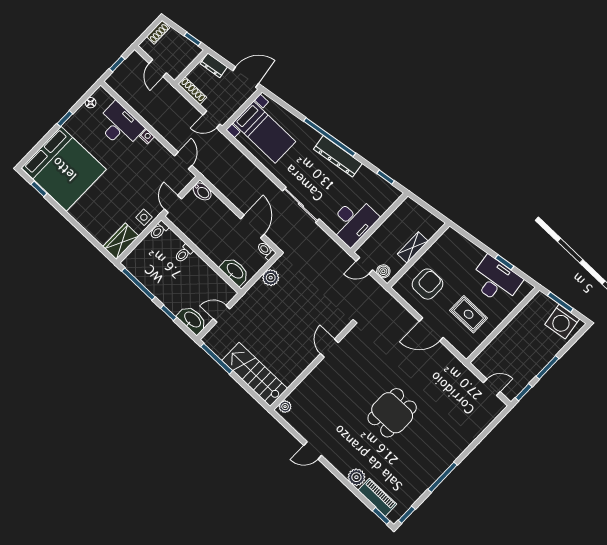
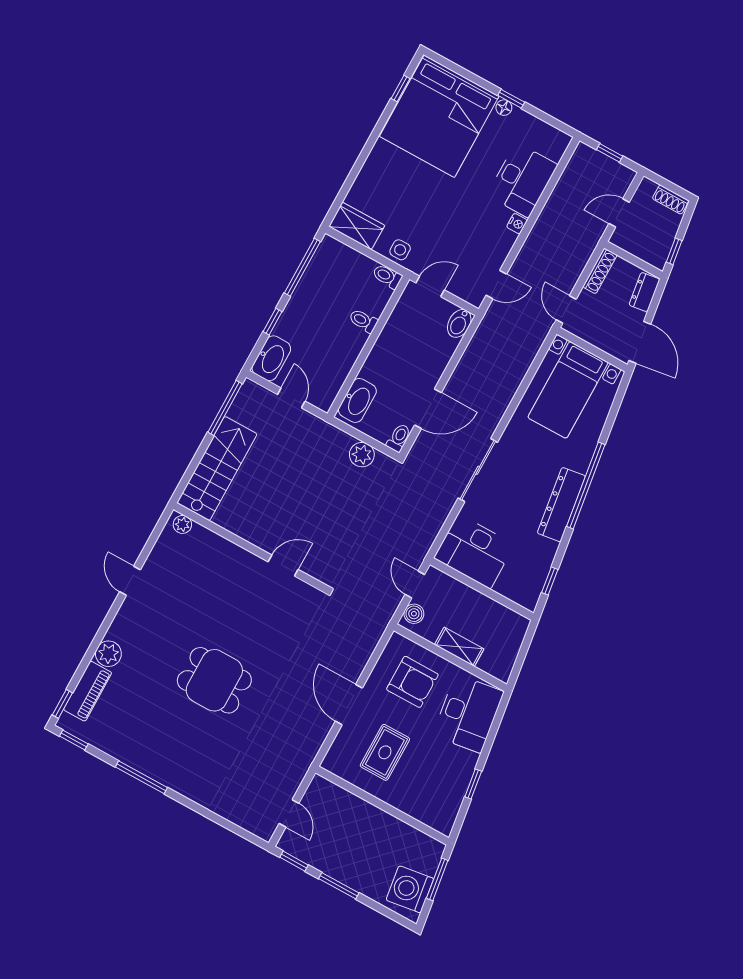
floor lamp: (91, 103) -> (504, 108), moved
desk: (496, 280) -> (468, 714), moved

